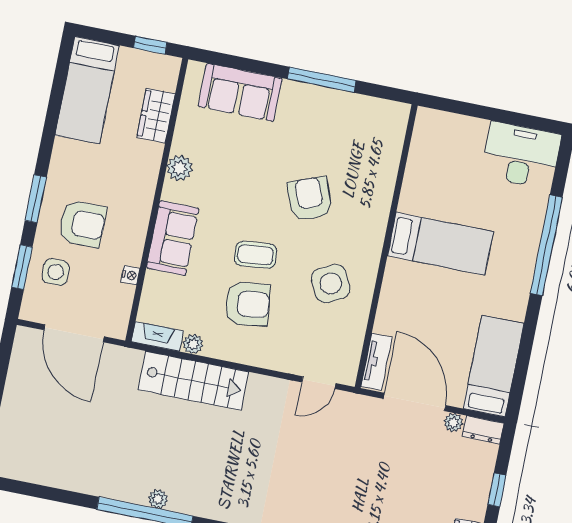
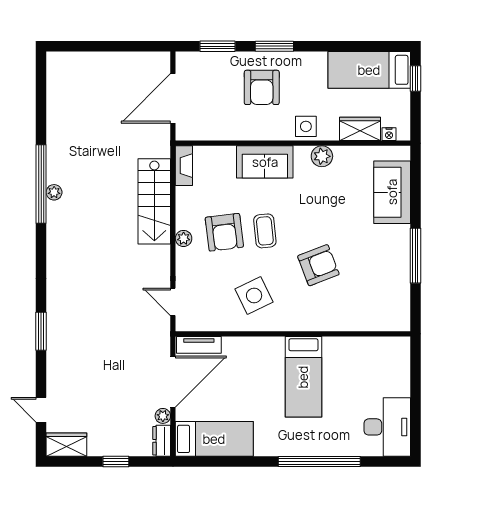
window: (150, 45) -> (415, 79), moved
side table: (56, 272) -> (306, 126), moved
nightstand: (130, 275) -> (389, 134), moved
plant: (193, 344) -> (184, 238), moved

